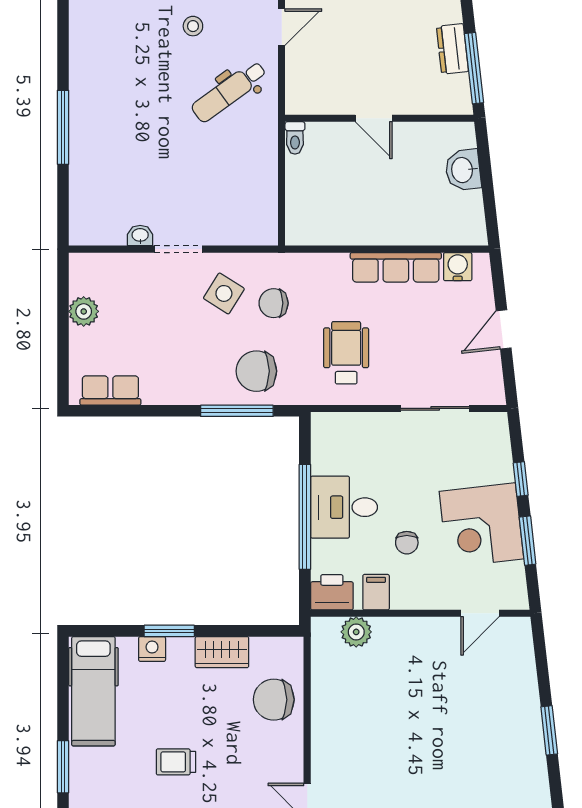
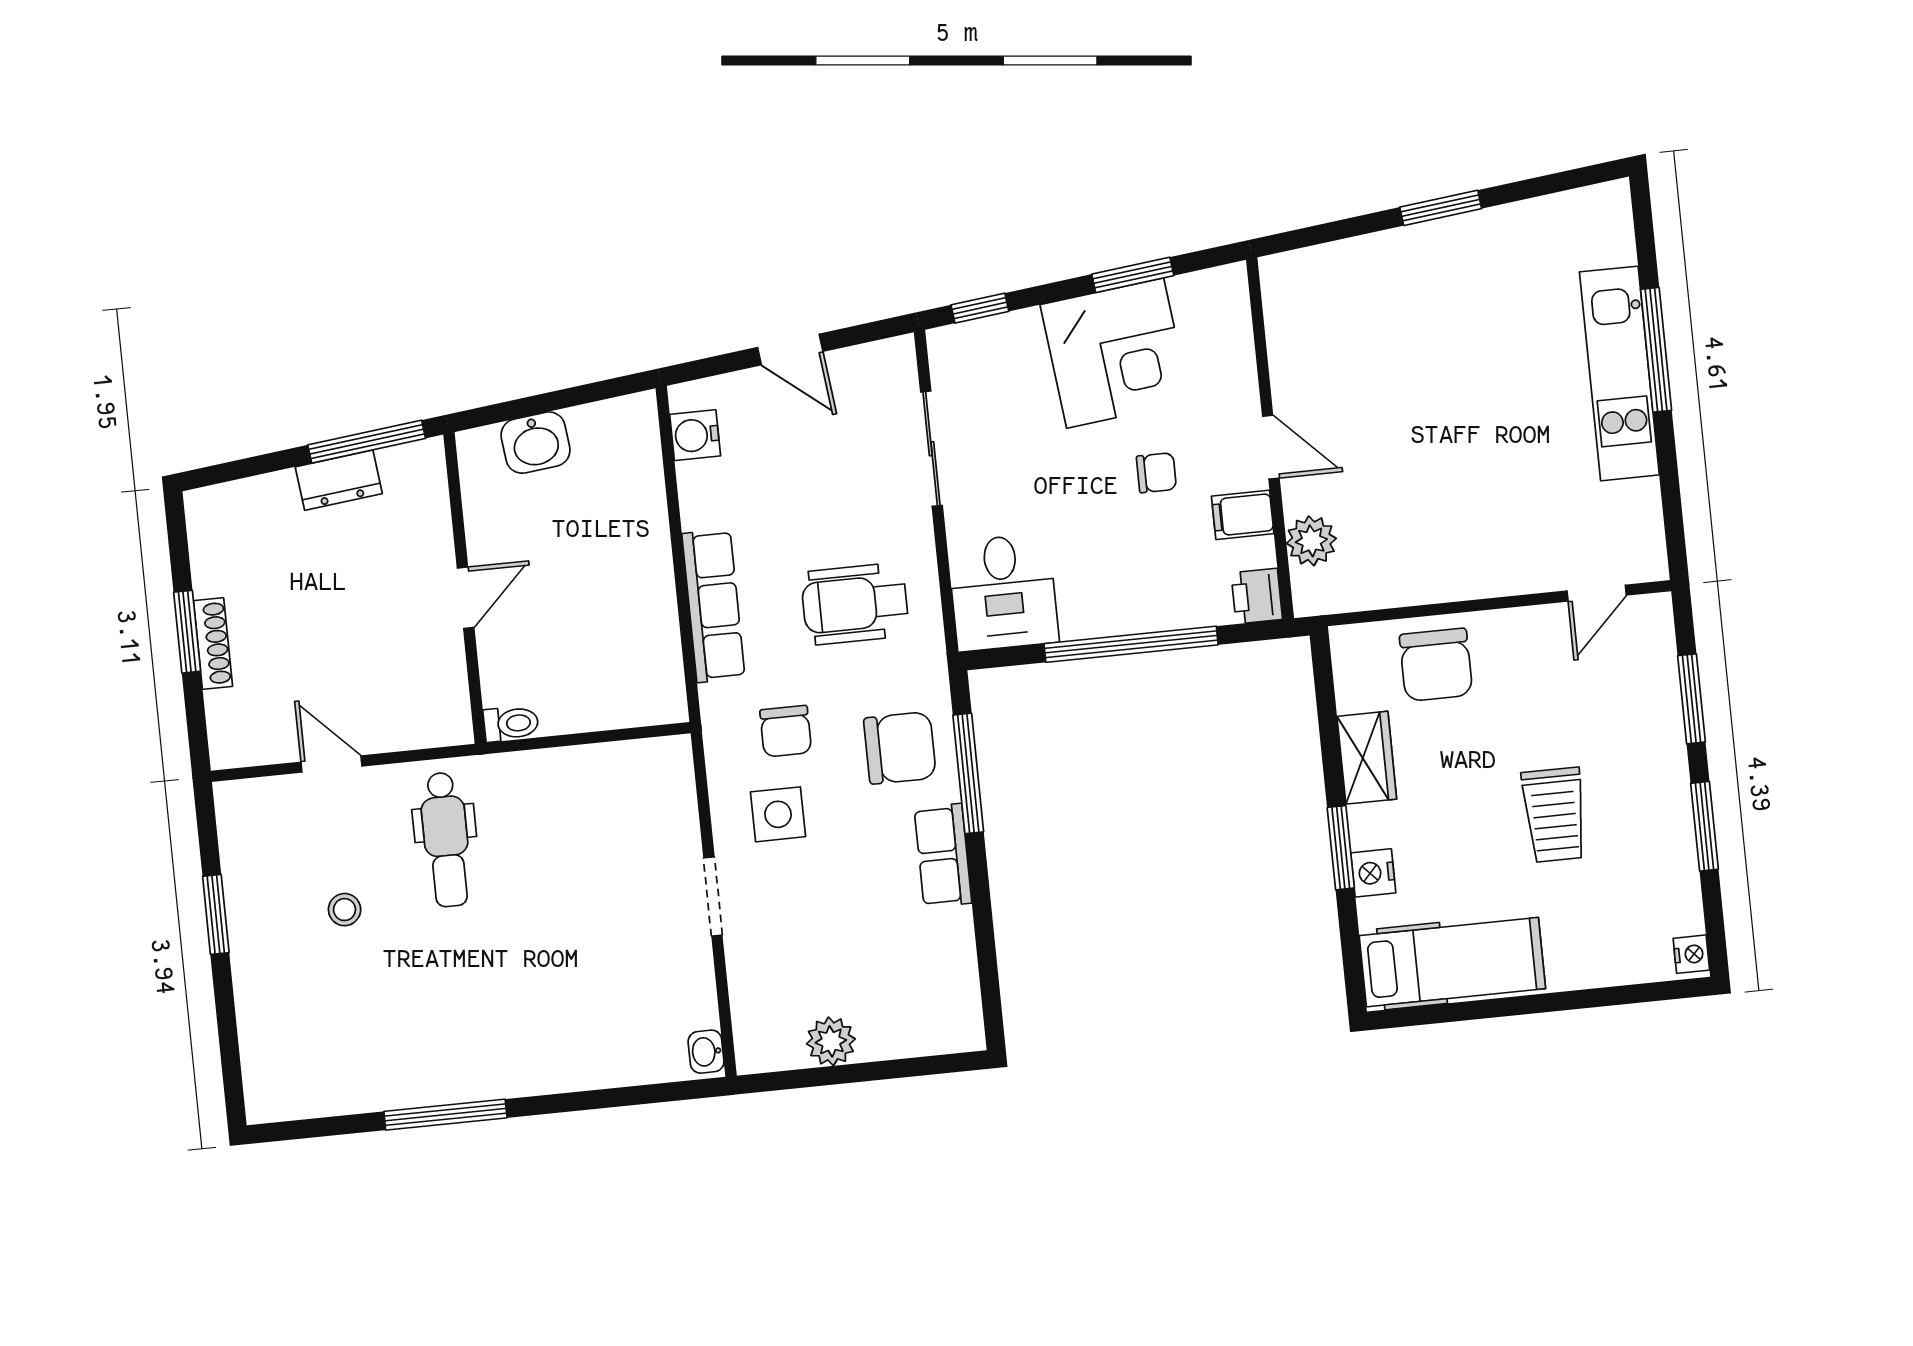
dental chair: (229, 92) -> (446, 840), turned 36
window: (63, 127) -> (445, 1115), moved
washbasin: (140, 236) -> (706, 1052), moved
row of seats: (396, 267) -> (713, 606), moved
side table: (224, 293) -> (778, 814), turned -32
chair: (256, 371) -> (900, 748), turned -90
row of seats: (110, 390) -> (943, 856), moved
window: (521, 479) -> (980, 308), moved
desk: (344, 507) -> (1003, 592), moved
printer: (332, 592) -> (1257, 596), width x0.73, depth x0.81
door: (480, 613) -> (1271, 447), moved
trolley: (176, 762) -> (1554, 815), width x1.36, depth x1.39
window: (63, 767) -> (1581, 999), removed

